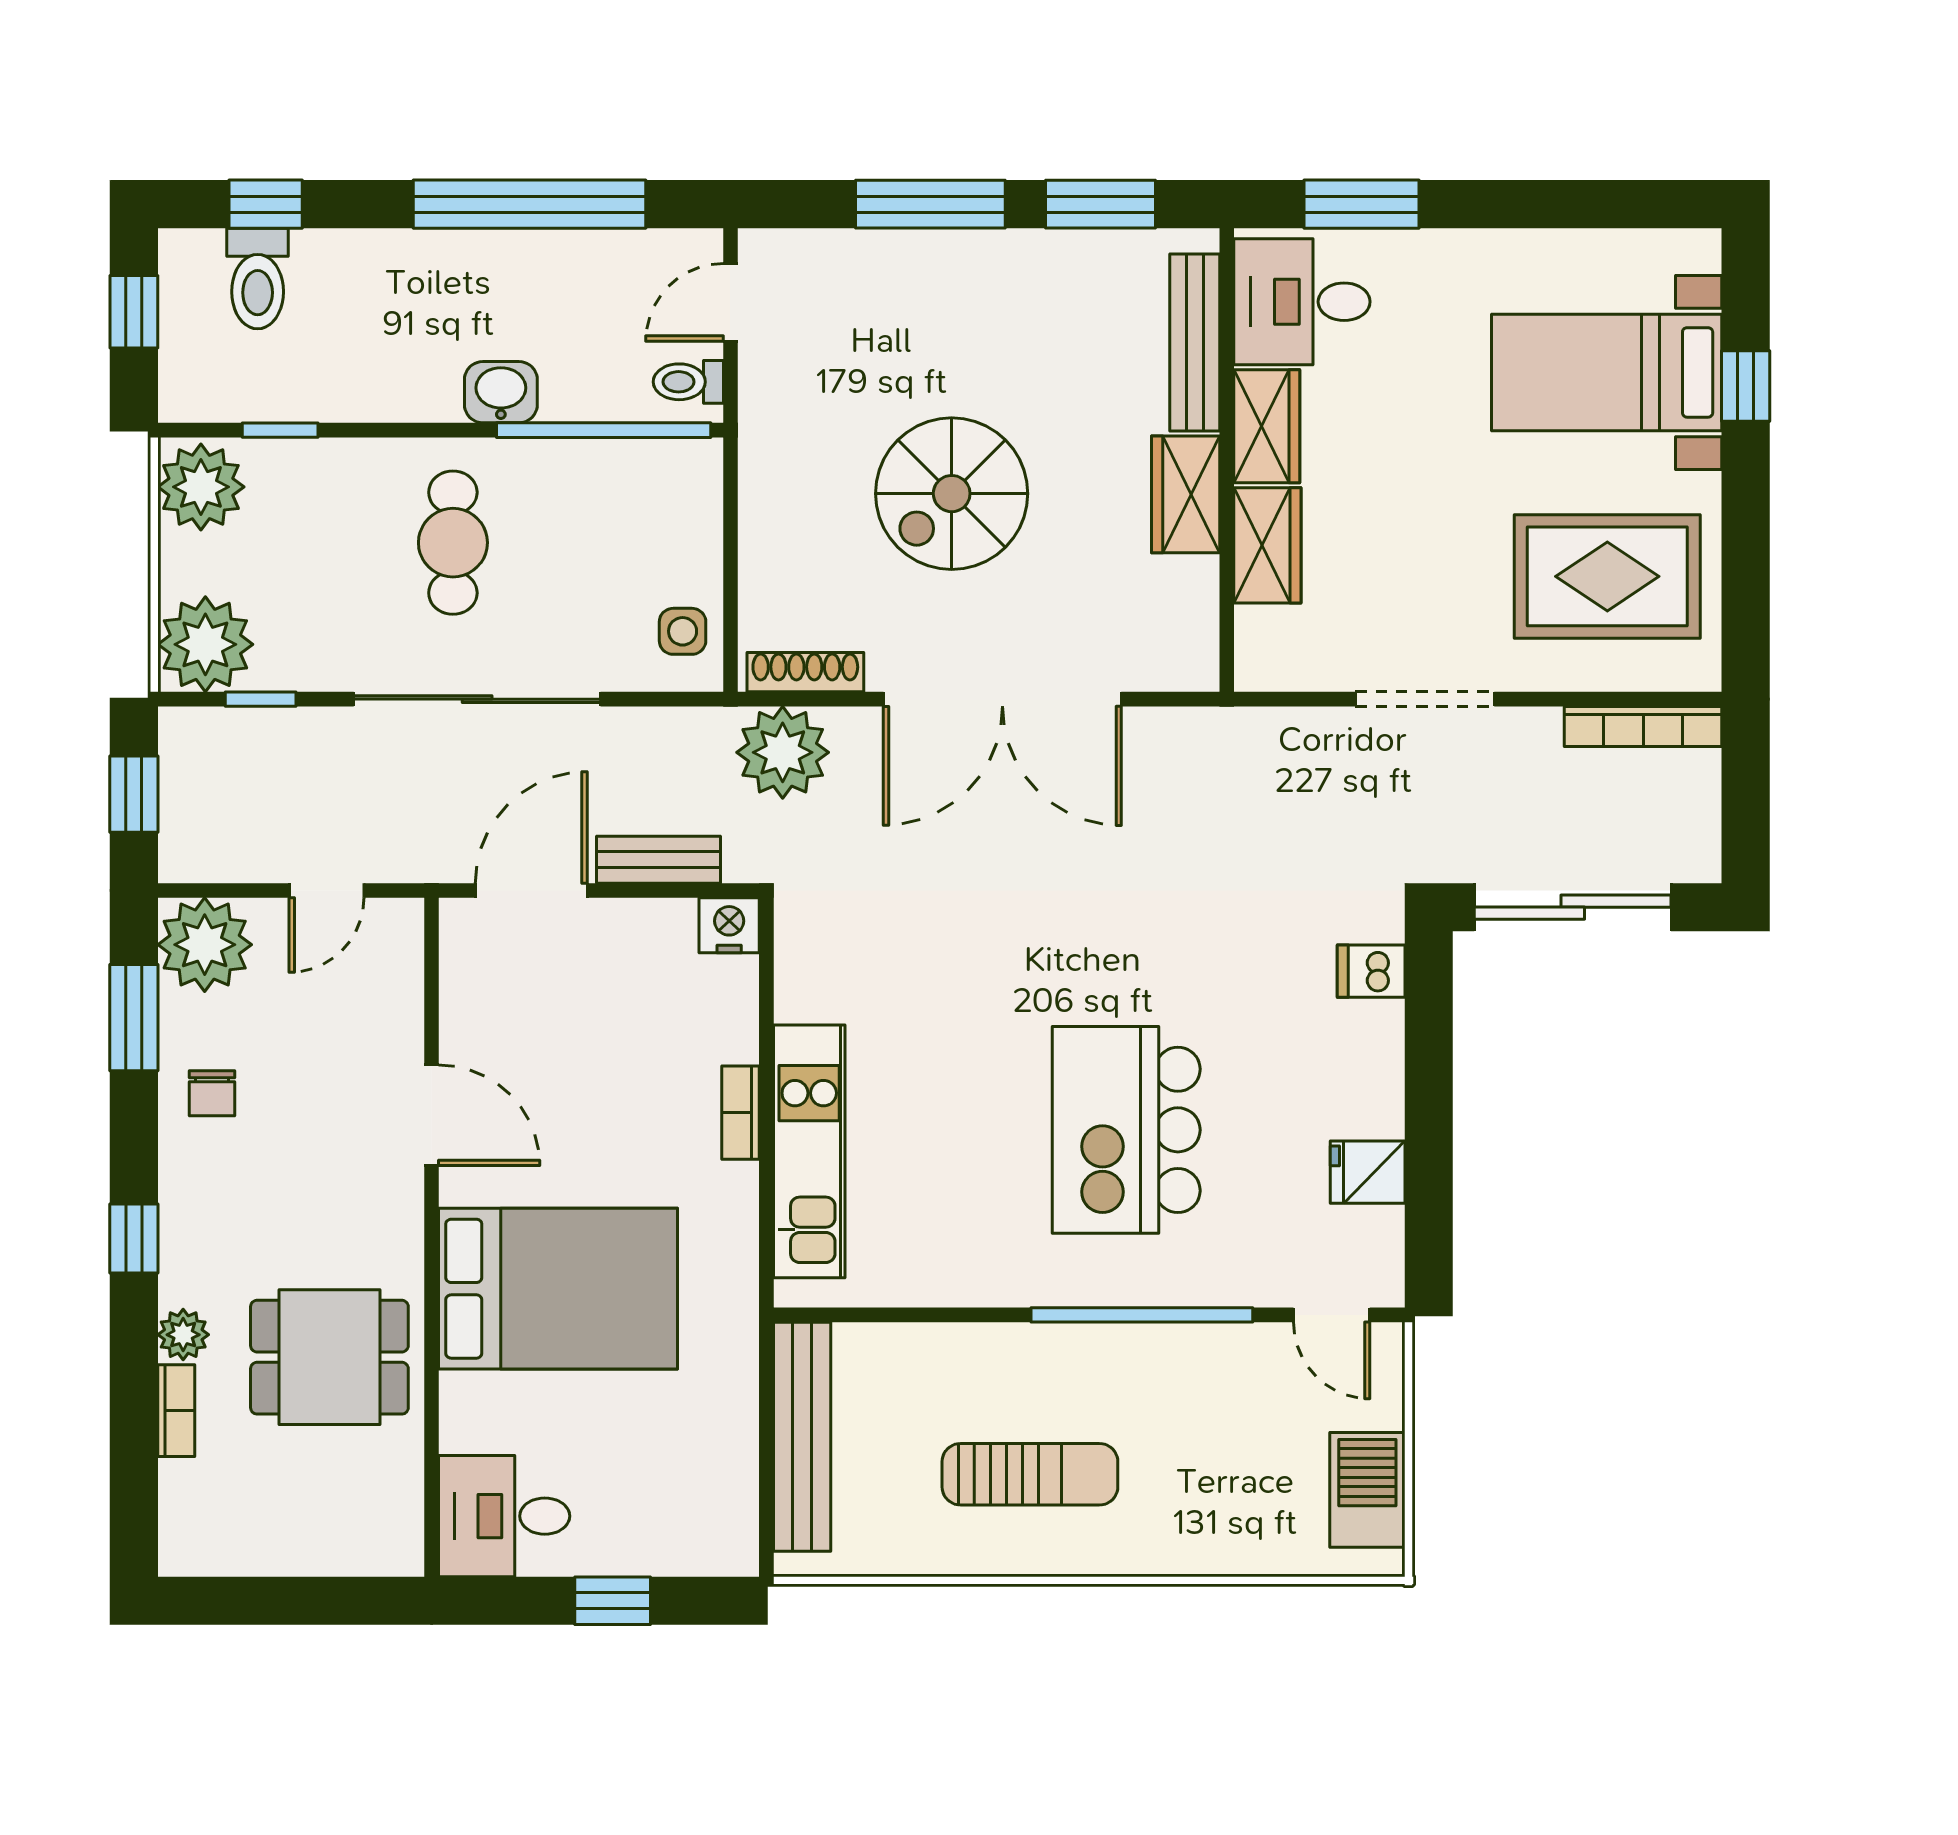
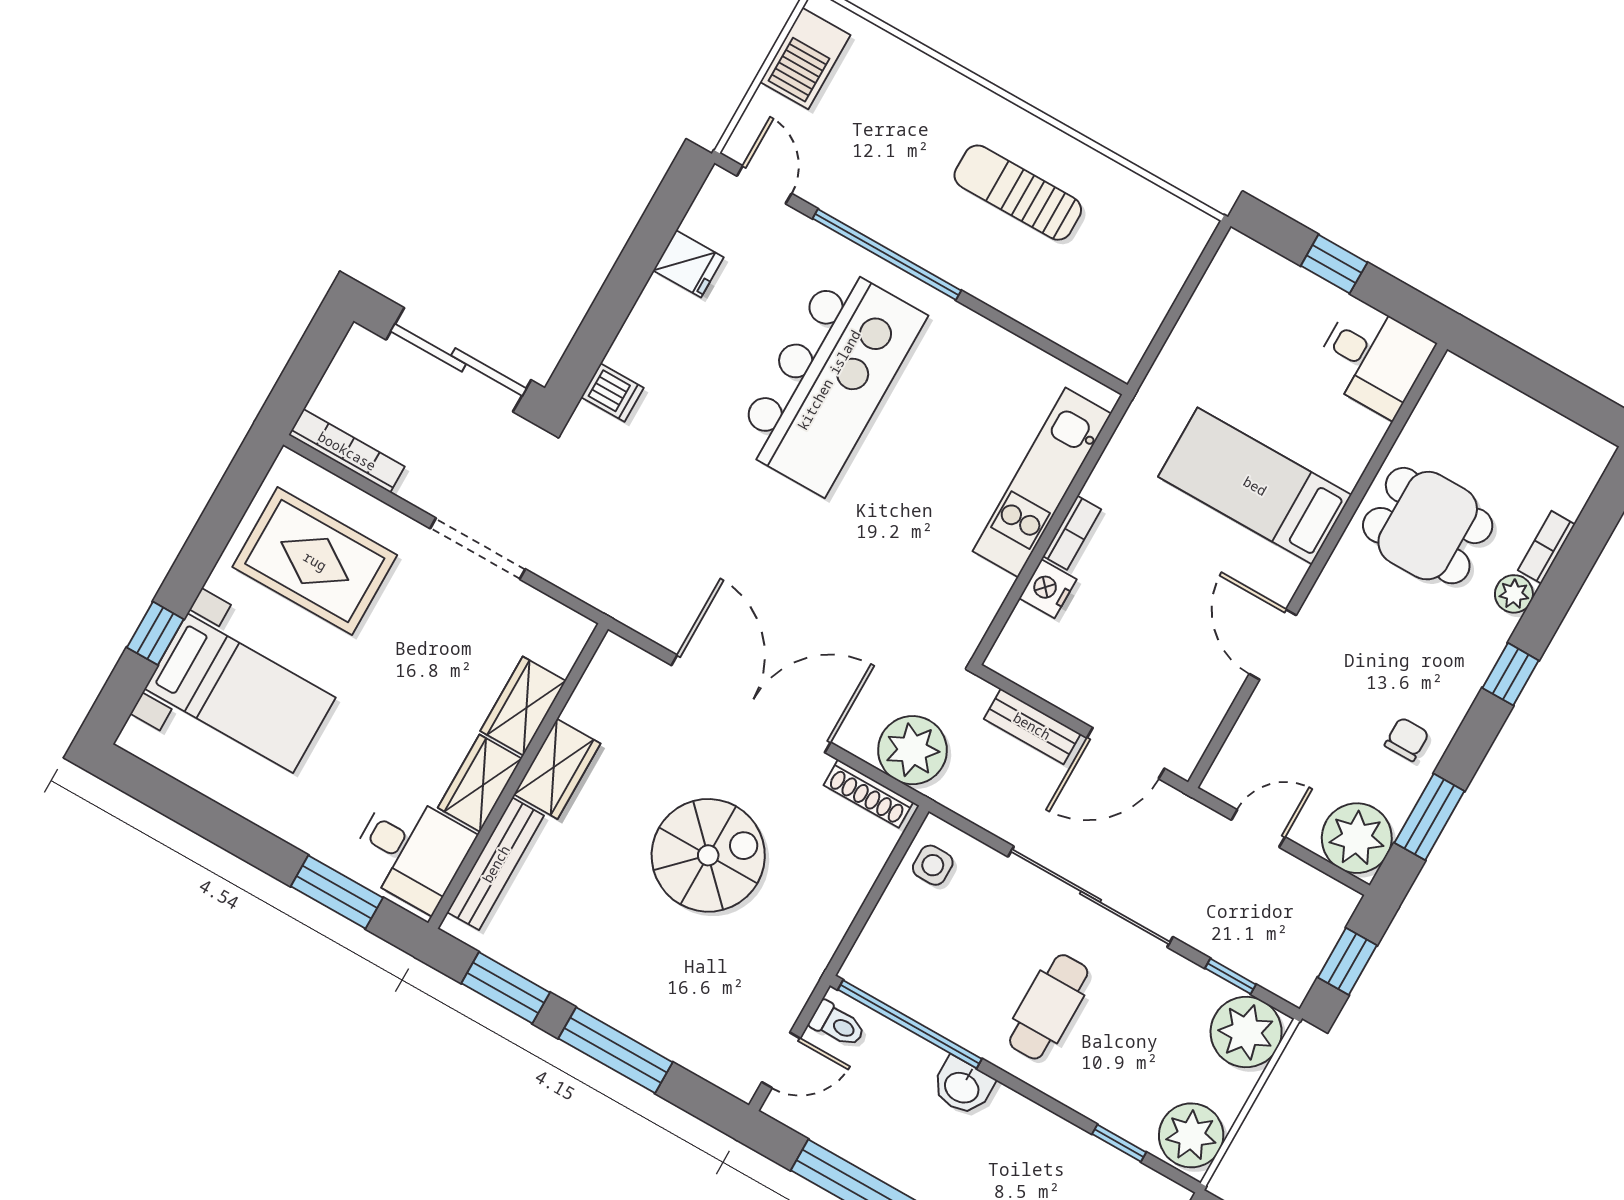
nightstand: (729, 925) -> (1048, 589), moved, turned 90
kitchen island: (1126, 1130) -> (829, 380), width x1.37
bed: (558, 1289) -> (1255, 486), width x0.67
bench: (802, 1437) -> (1151, 300), removed

